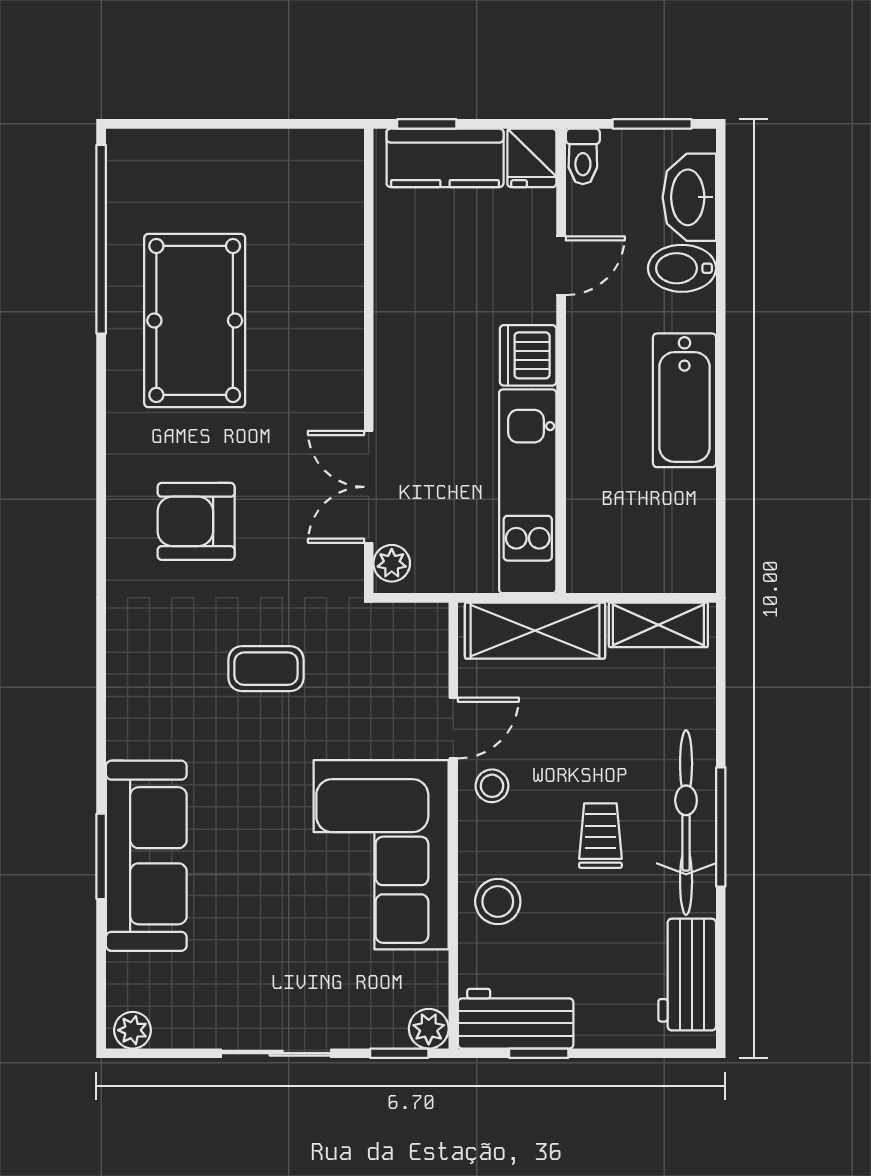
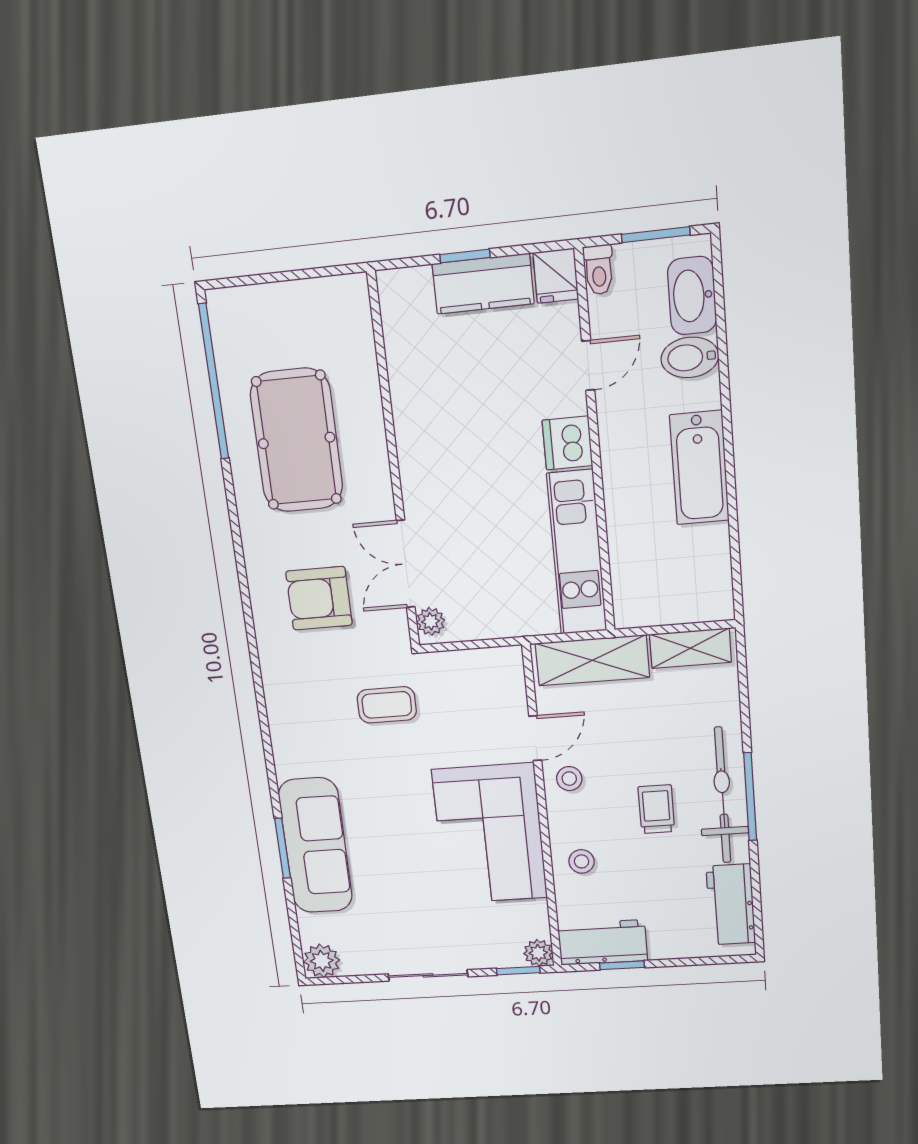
wall: (369, 361) -> (394, 464), moved
double door: (369, 487) -> (406, 564), moved
plant: (392, 563) -> (431, 621), moved
stool: (498, 902) -> (582, 861), width x0.73, depth x0.73
plant: (133, 1030) -> (322, 961), width x1.38, depth x1.38

